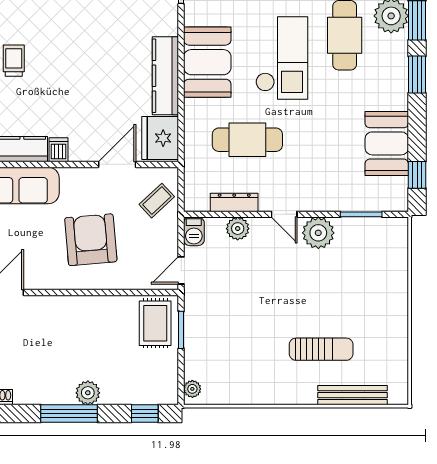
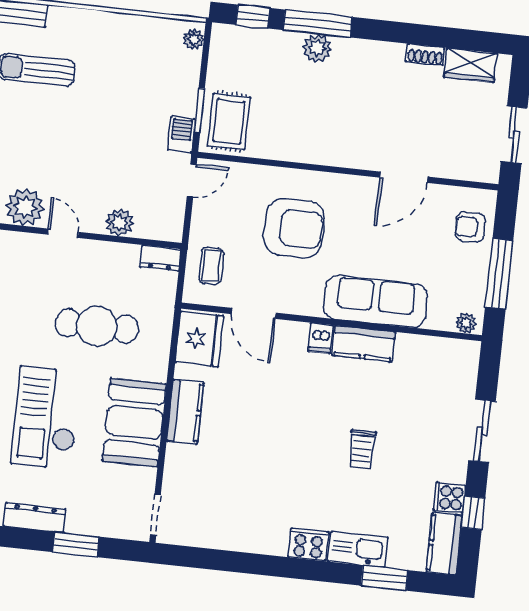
kitchen counter: (165, 76) -> (185, 412), width x0.67
door: (117, 164) -> (254, 313), hinge flipped
coffee table: (157, 201) -> (211, 266), turned -47
dresser: (234, 202) -> (160, 258), moved, width x0.70
barbecue: (194, 231) -> (181, 134), moved
armchair: (91, 240) -> (294, 228), turned -85
window: (69, 413) -> (318, 23), moved

